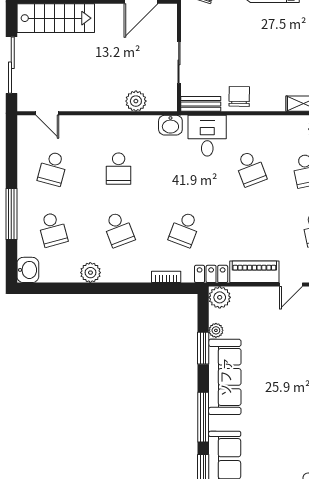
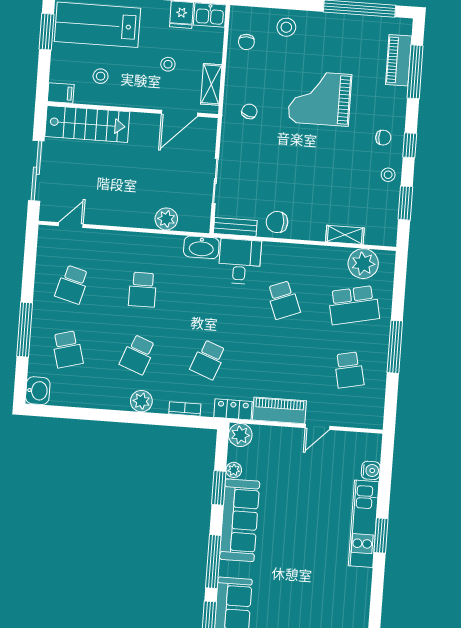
chair: (239, 96) -> (277, 222), turned -91
door: (47, 113) -> (71, 225), swing flipped
washbasin: (170, 125) -> (201, 247), width x1.38
school desk: (119, 229) -> (138, 354), turned 42
plant: (90, 273) -> (141, 401), moved

